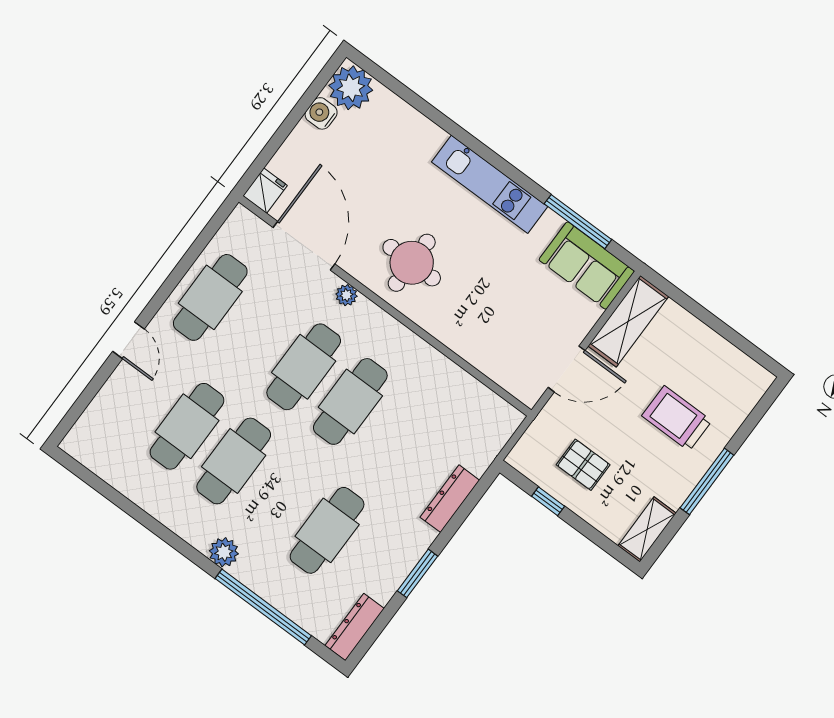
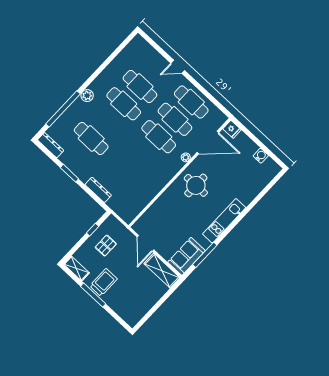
plant: (351, 88) -> (270, 169), removed
cafe table: (350, 401) -> (175, 119), moved
trolley: (677, 418) -> (103, 282), moved

